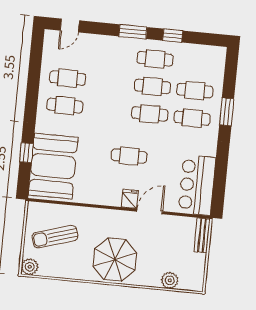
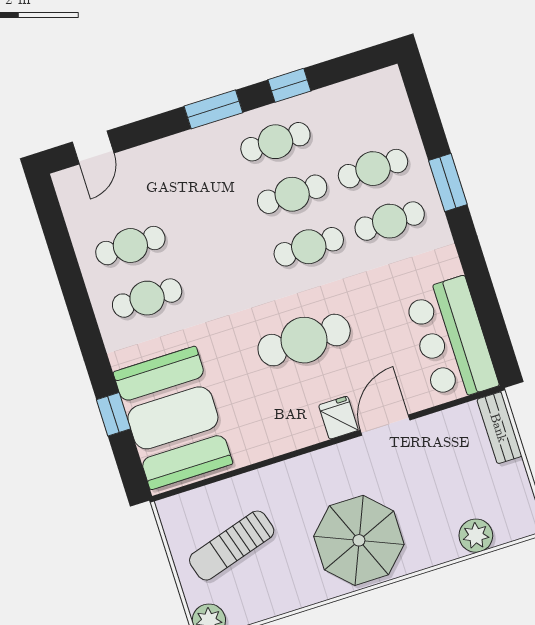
cafe table: (129, 156) -> (304, 340), width x1.37, depth x1.35

